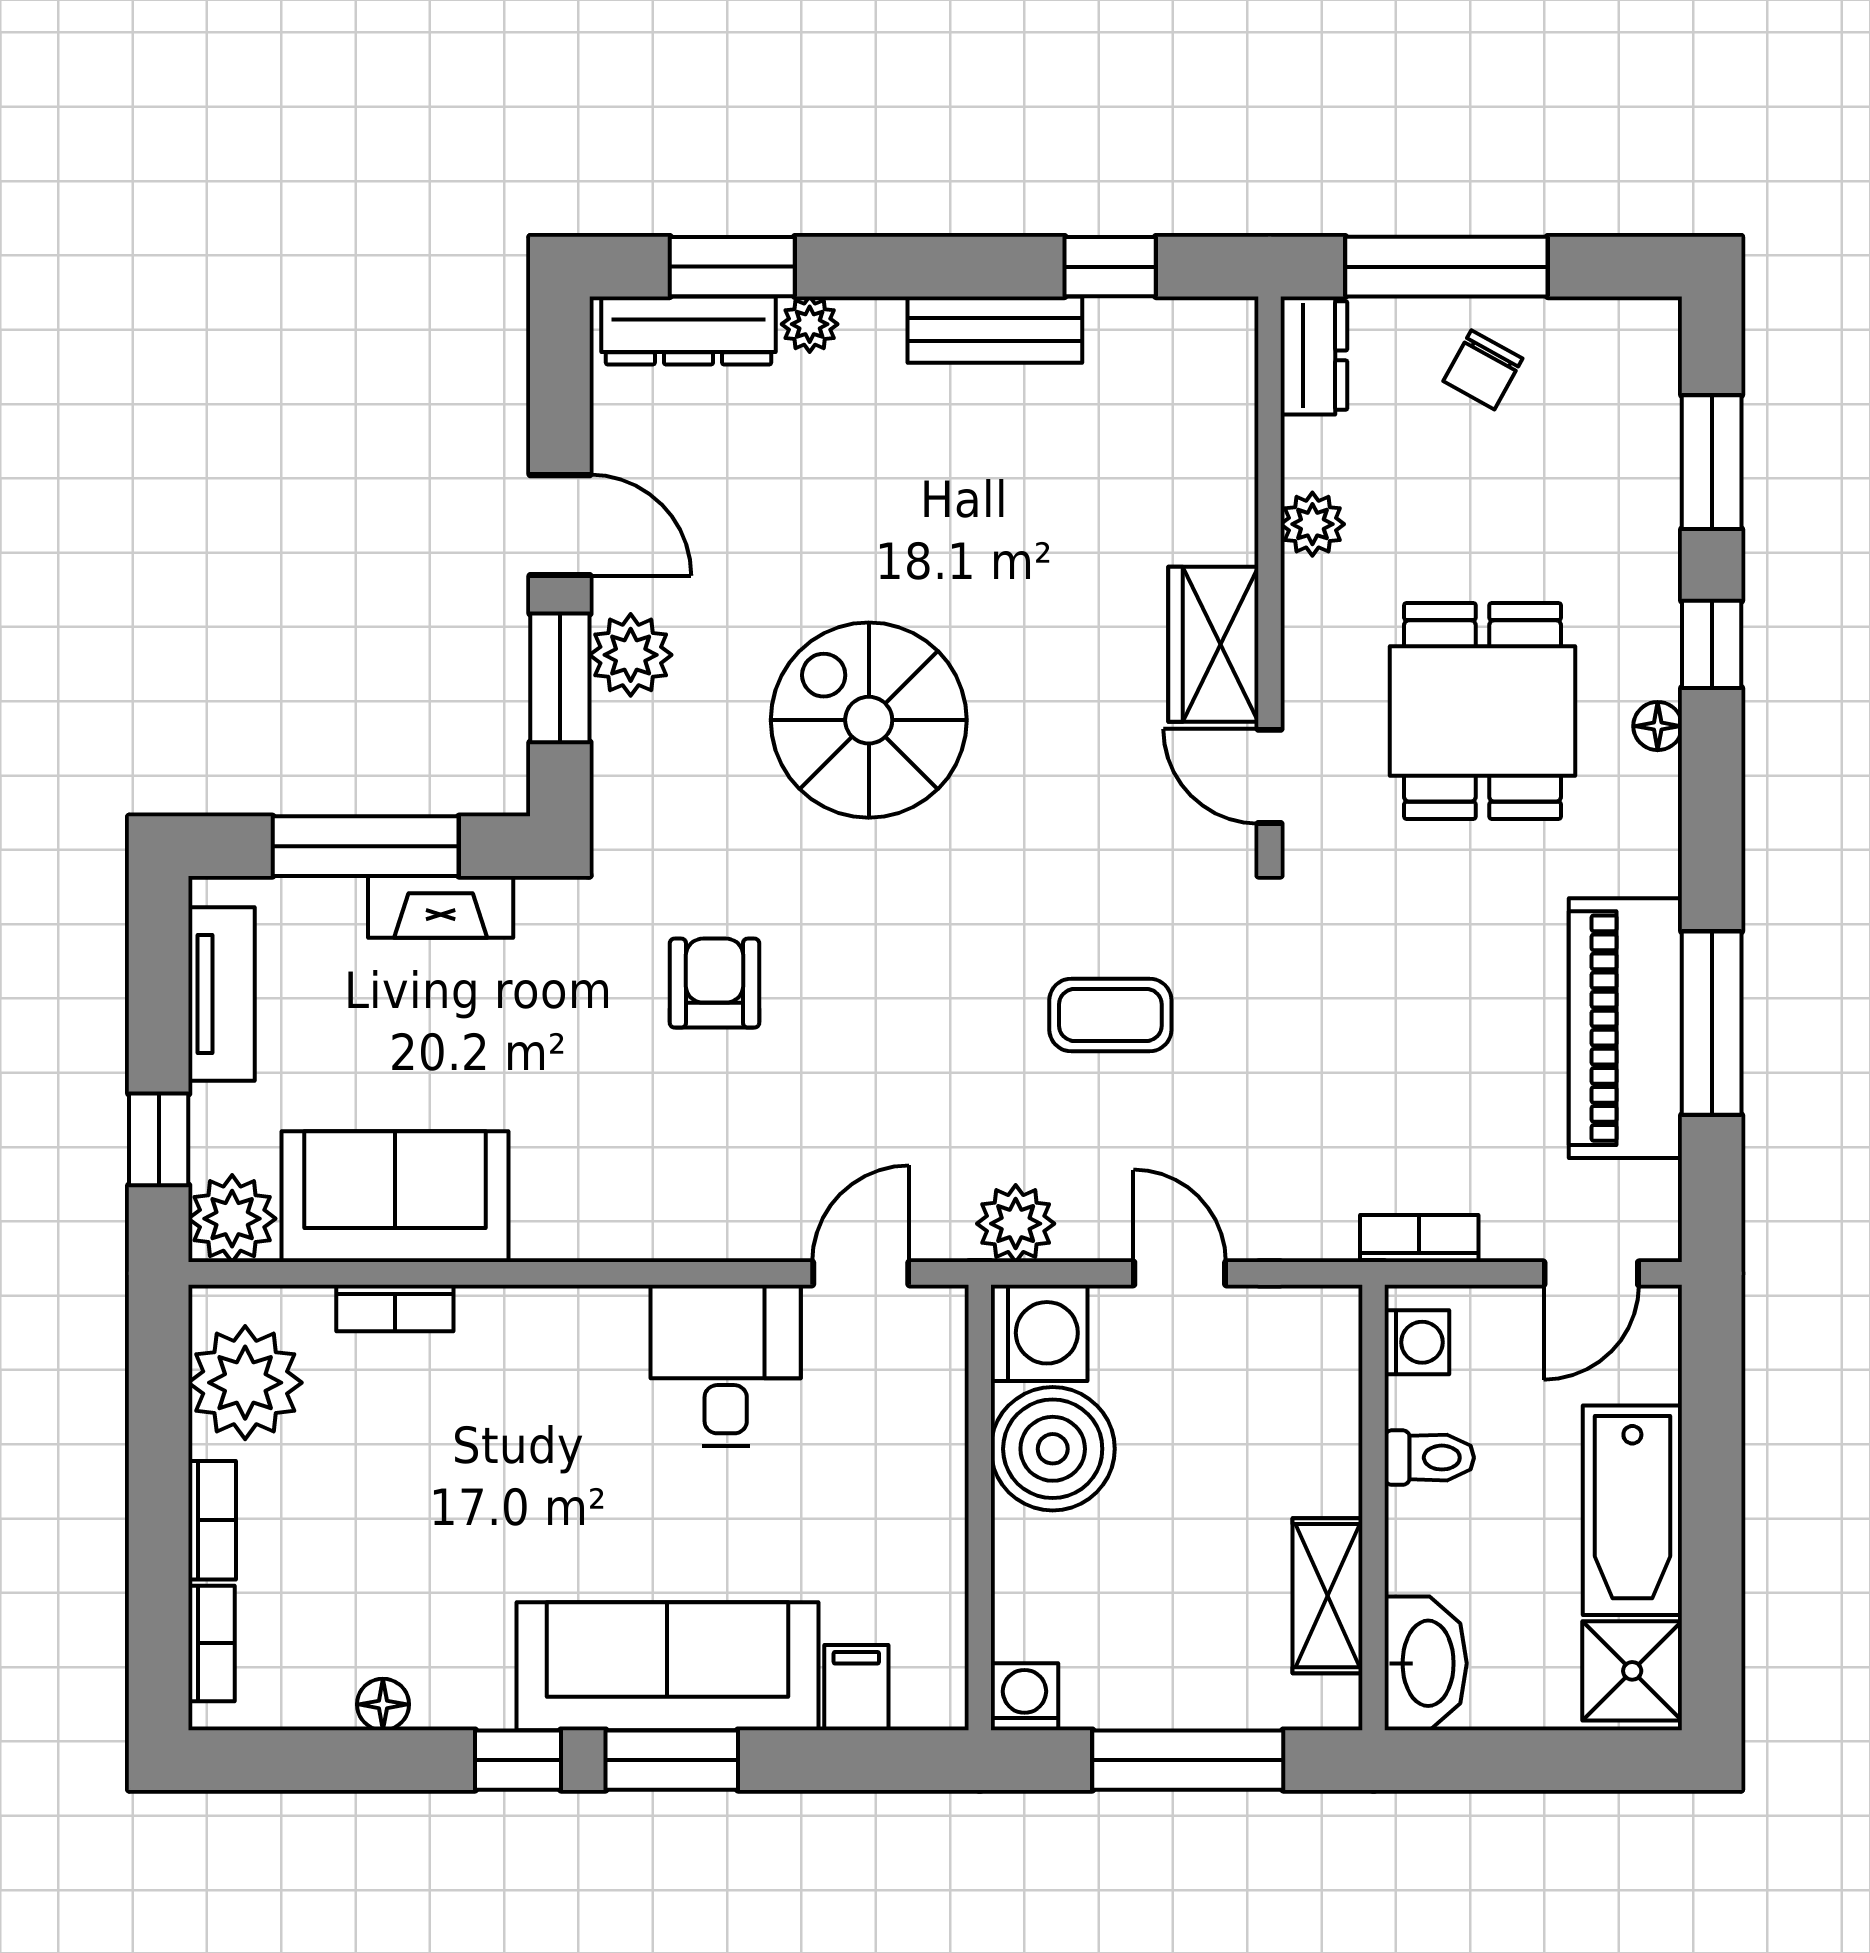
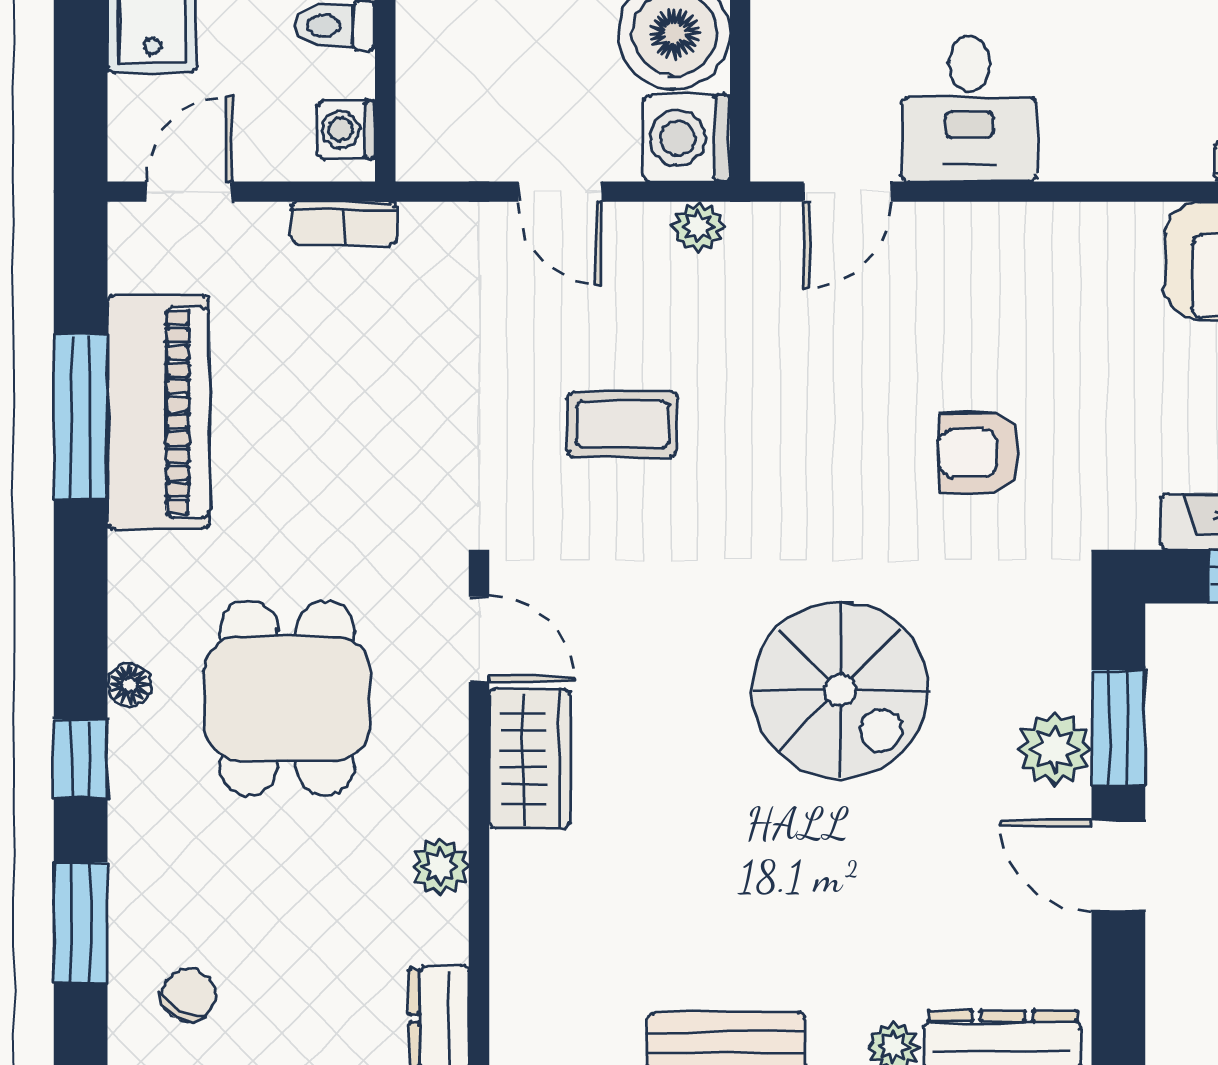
chair: (1483, 370) -> (189, 995), moved
armchair: (714, 983) -> (979, 453), turned 90
plant: (1016, 1224) -> (698, 227), width x0.73, depth x0.73

